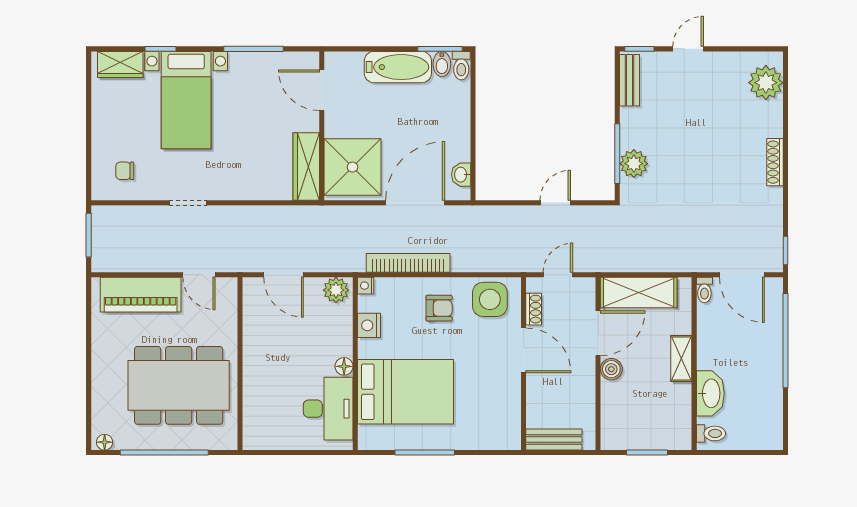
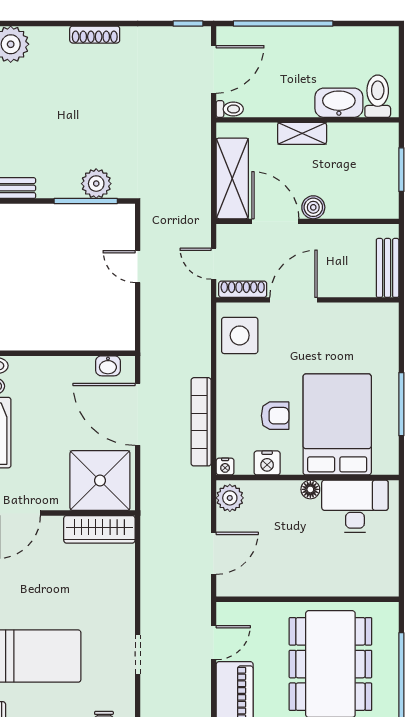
armchair: (439, 308) -> (275, 416), moved, turned 90
shoe rack: (534, 309) -> (243, 289), width x1.43
toilet: (711, 433) -> (378, 96), width x1.37, depth x1.39

